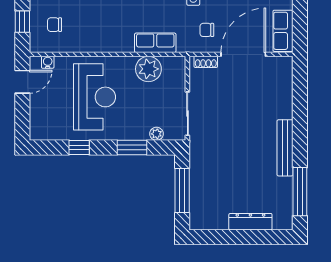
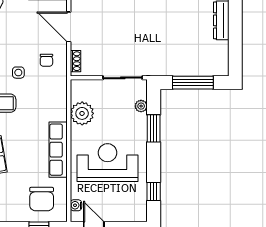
chair: (55, 25) -> (42, 199), width x1.87, depth x1.87
row of seats: (155, 43) -> (58, 150), moved, width x1.48
door: (243, 54) -> (69, 27), width x0.73
window: (79, 148) -> (154, 191), moved

